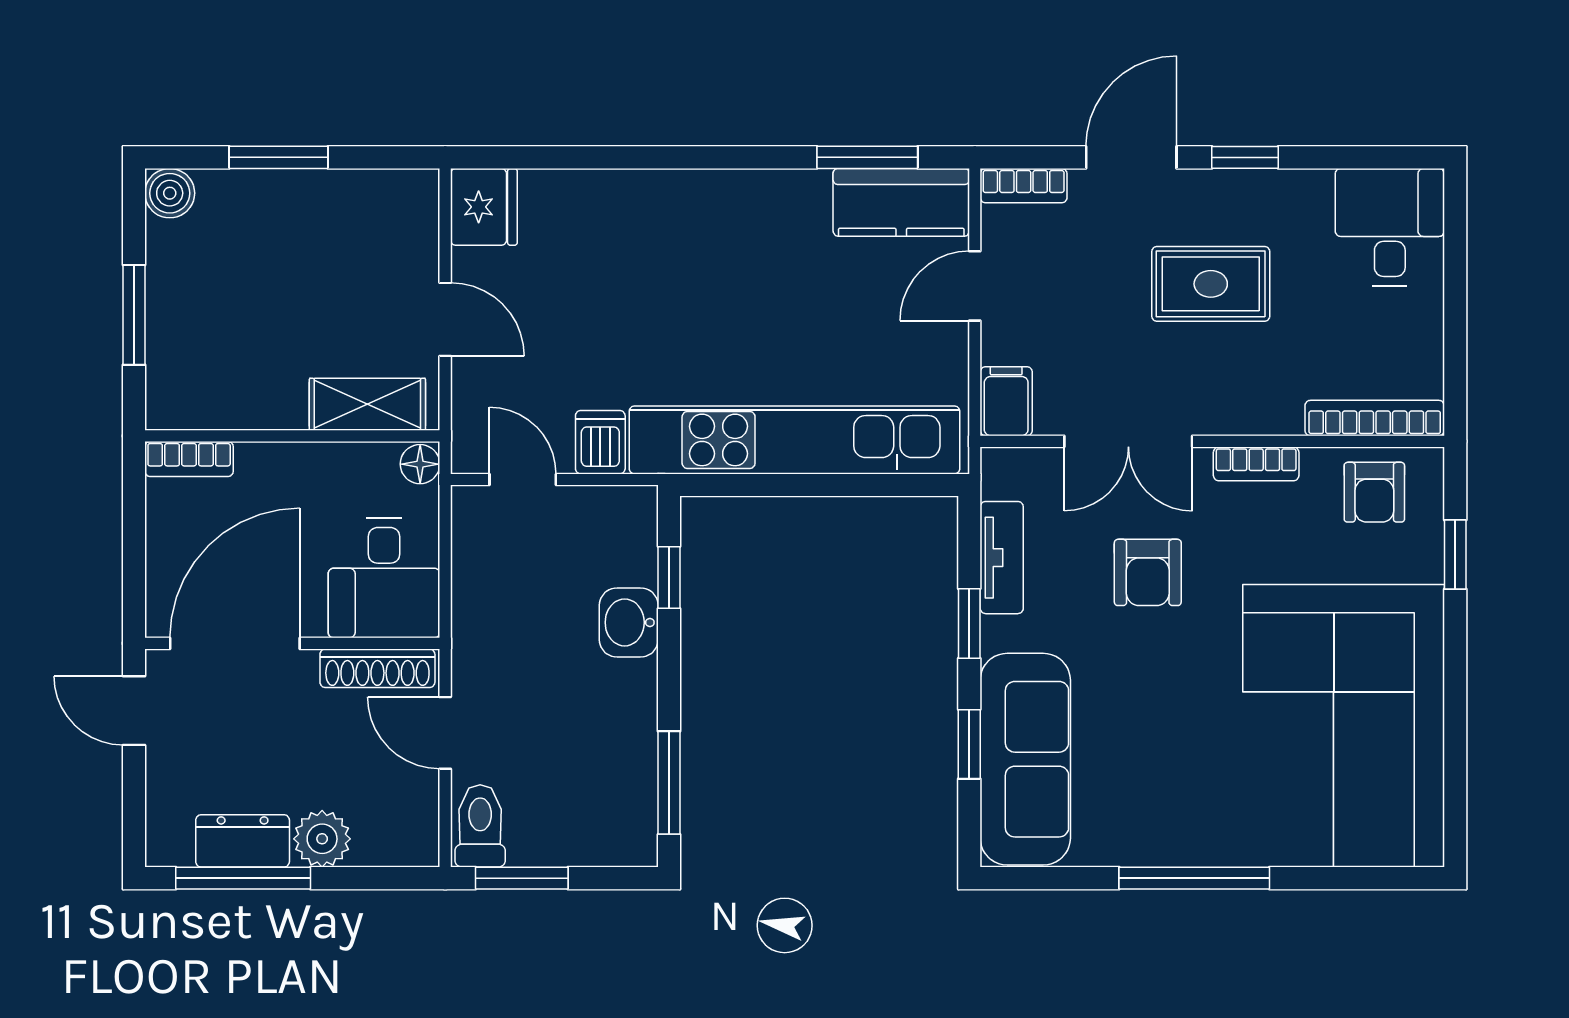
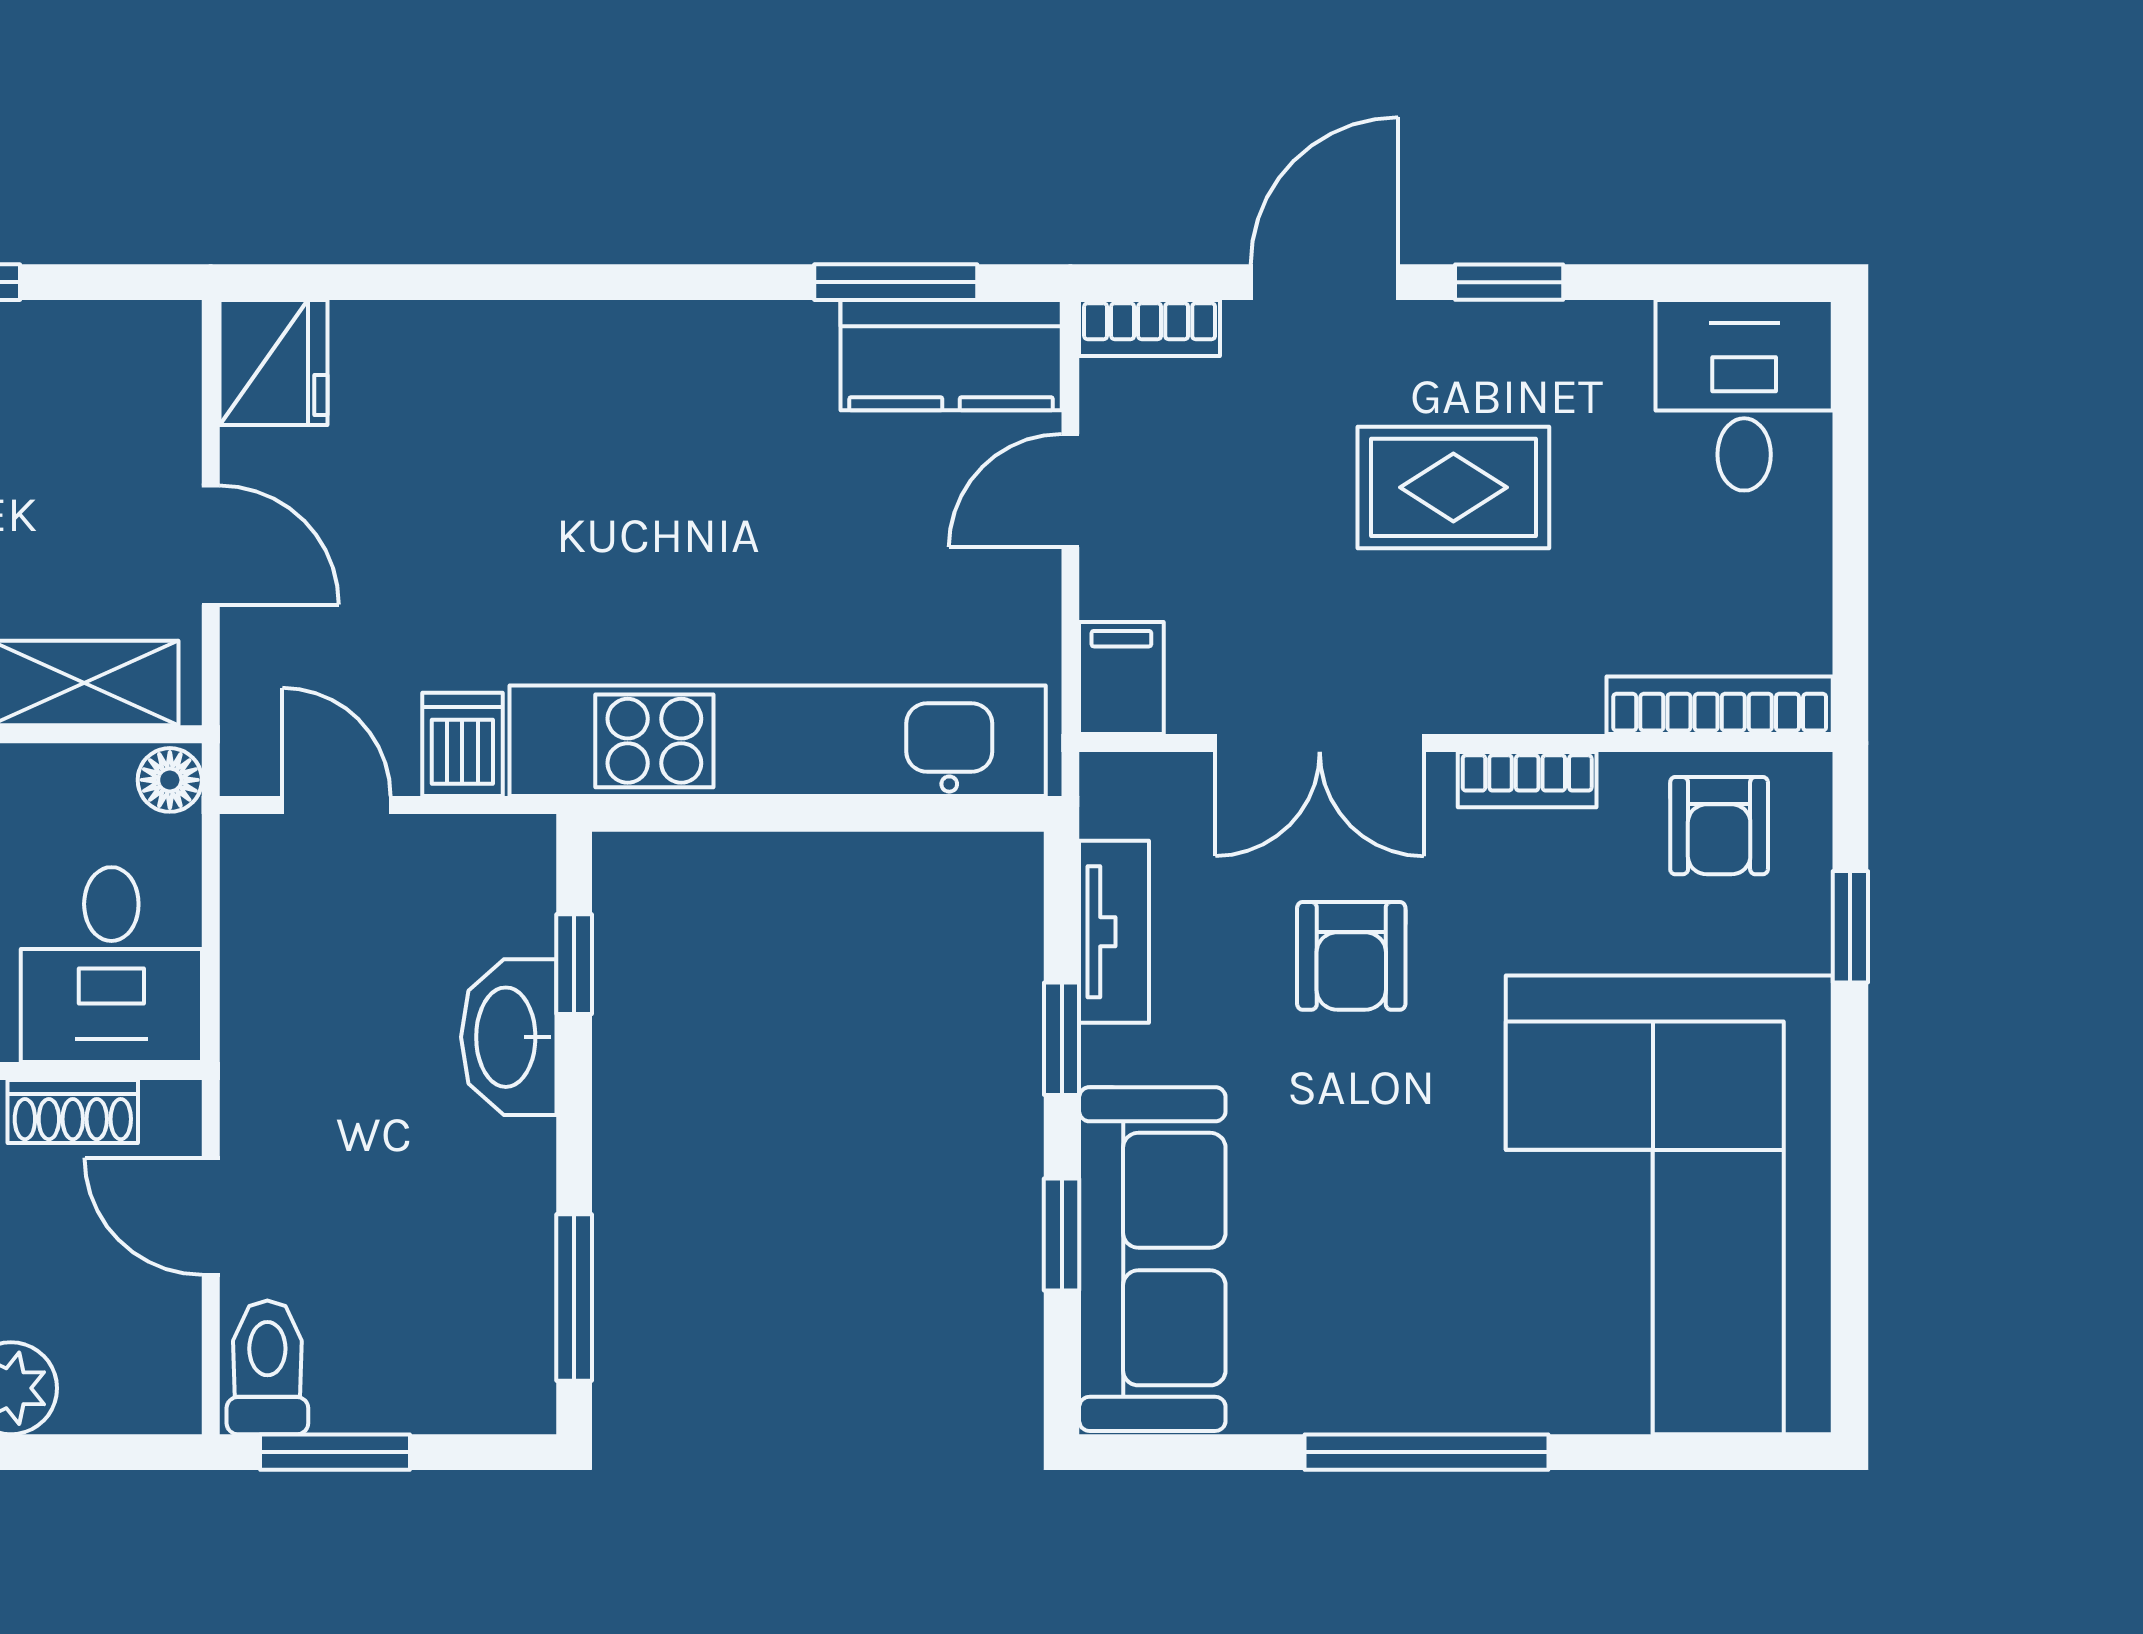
washbasin: (629, 622) -> (509, 1037), width x1.38
shoe rack: (377, 668) -> (73, 1111), width x0.70

